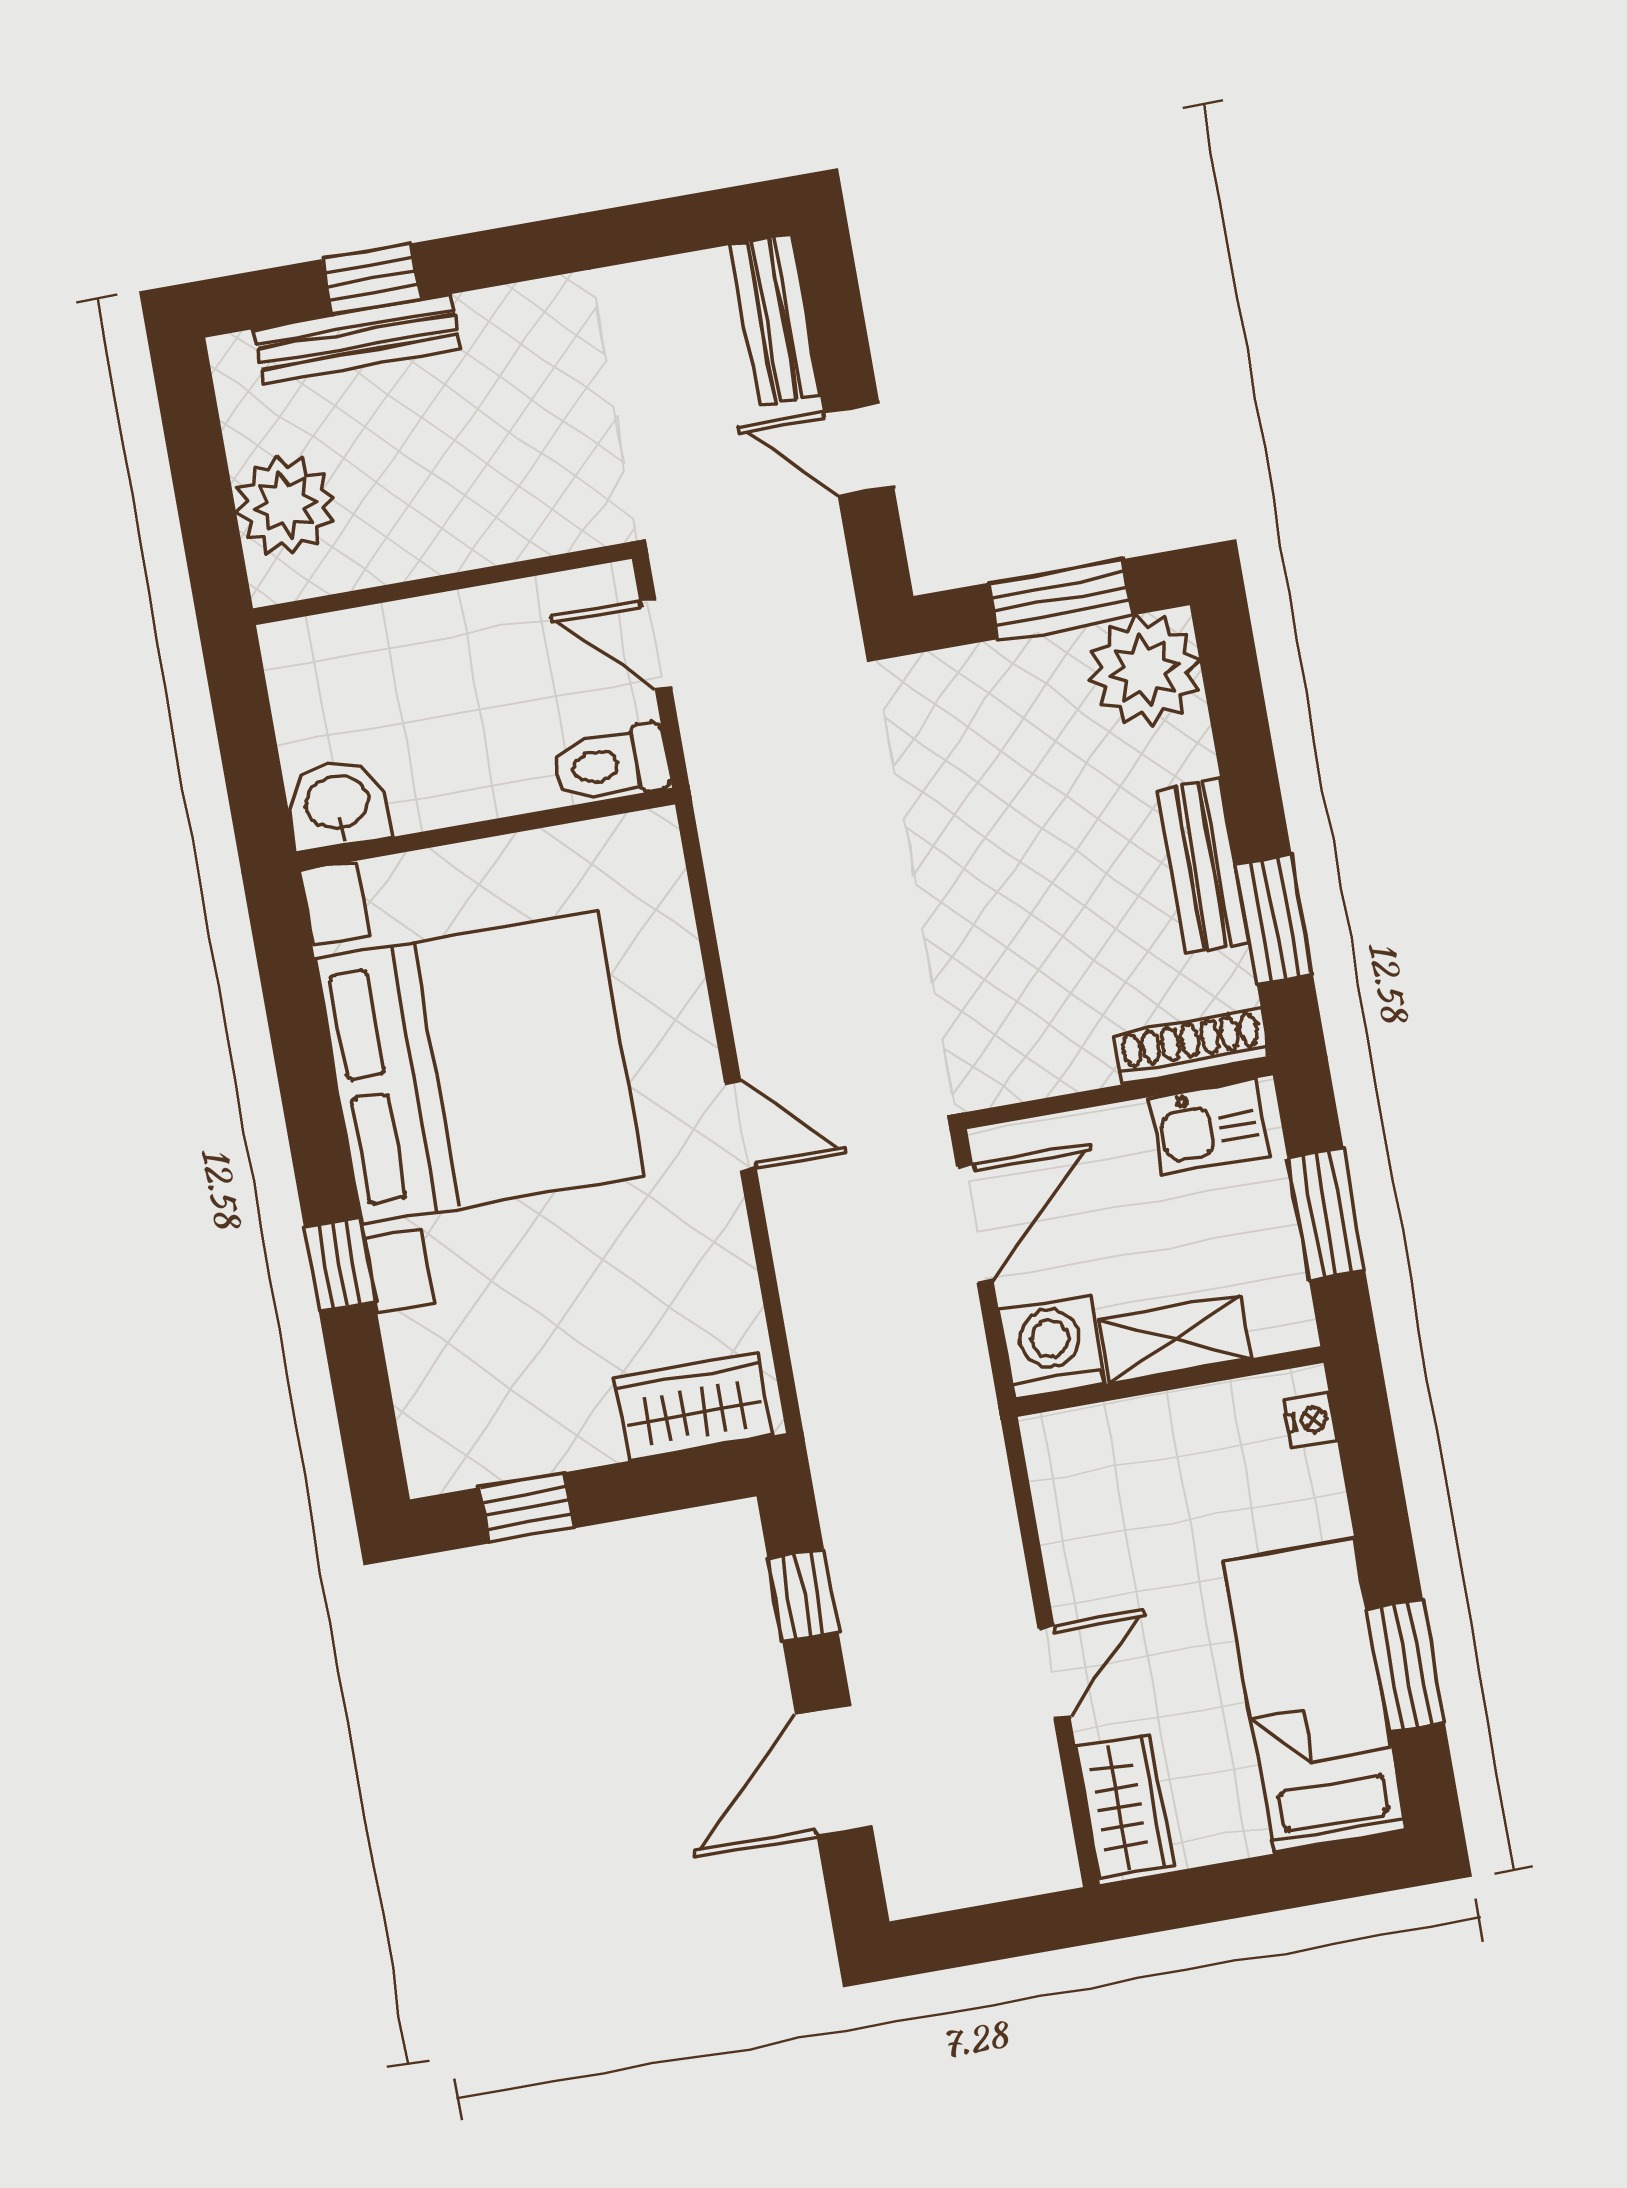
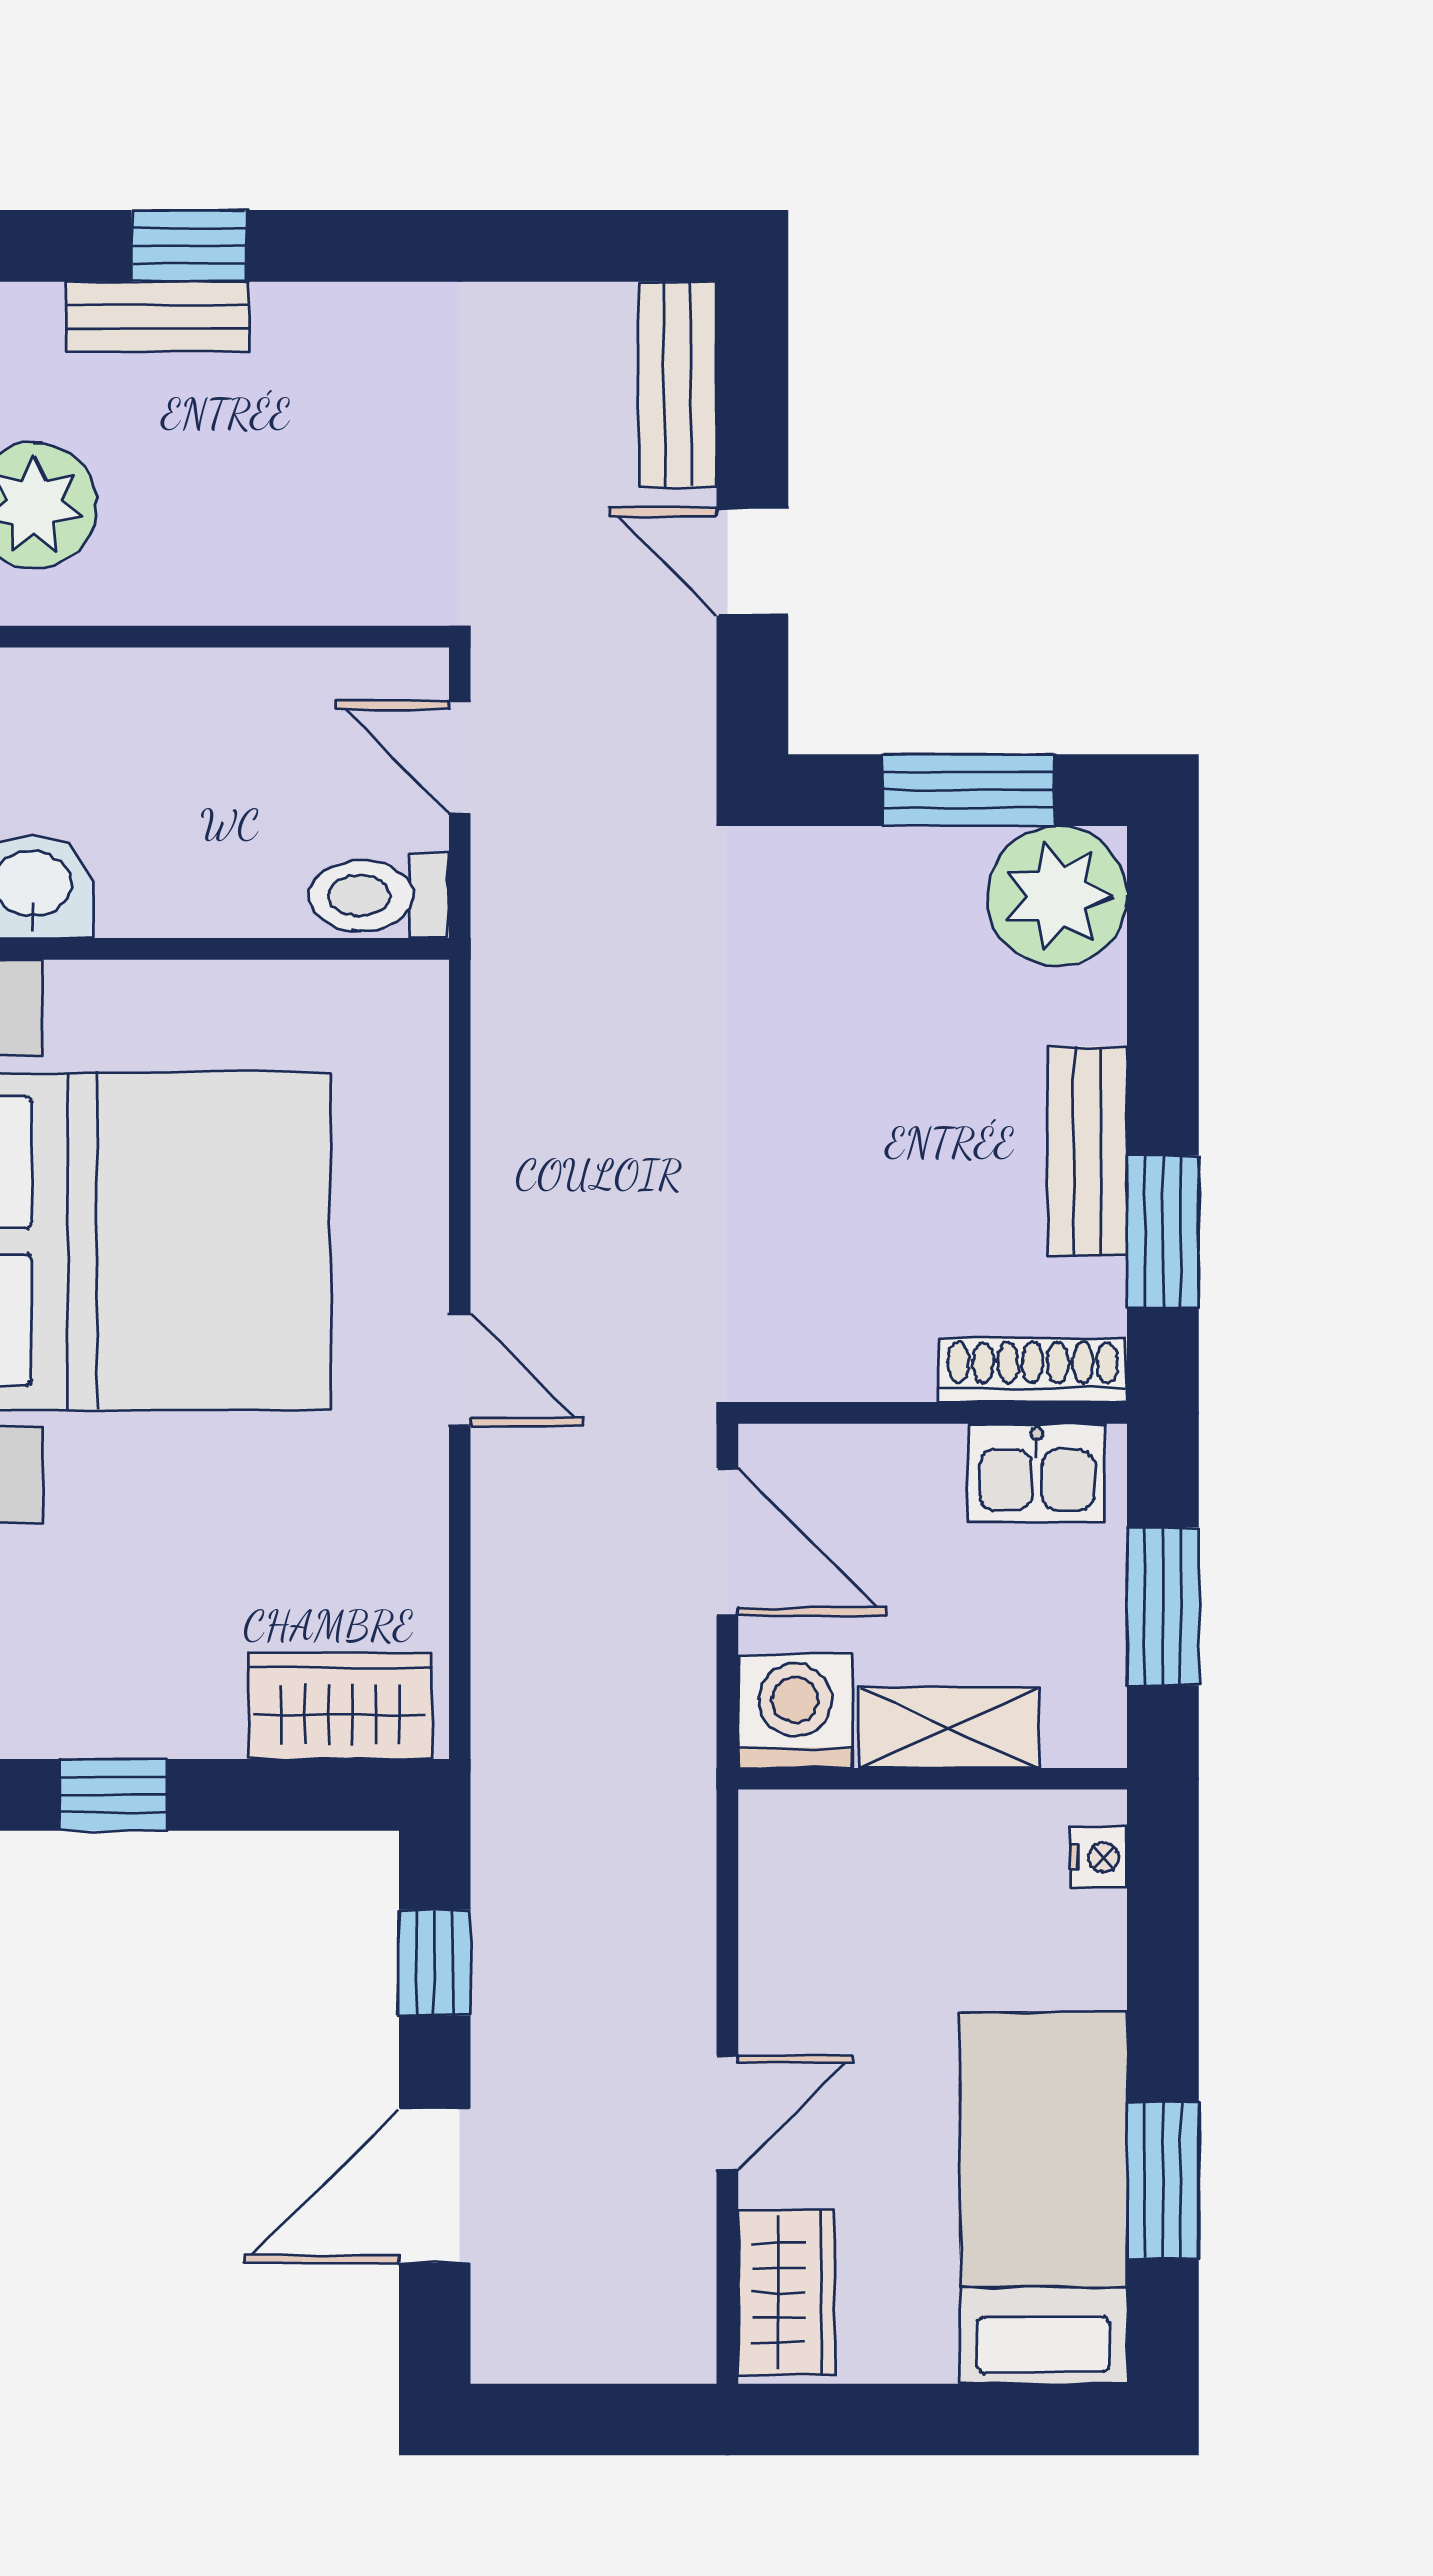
bench: (357, 339) -> (158, 317), width x0.73
door: (975, 1224) -> (727, 1542), hinge flipped

